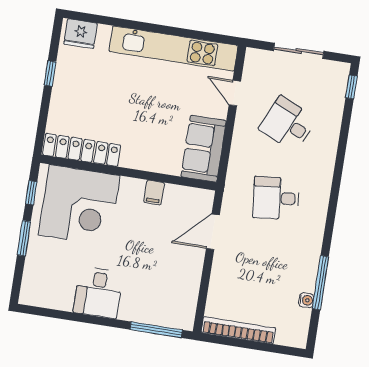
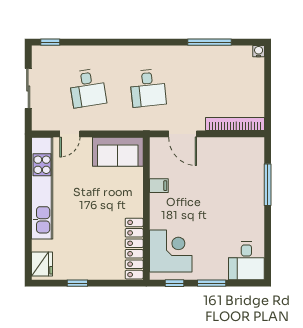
desk: (288, 124) -> (88, 88), turned -33
corner desk: (79, 205) -> (171, 251), width x0.74, depth x0.74
desk: (98, 292) -> (246, 261), moved, turned 90
water cooler: (306, 300) -> (259, 51), moved
window: (156, 330) -> (268, 185), moved
bookcase: (238, 330) -> (235, 124), moved, turned 90

